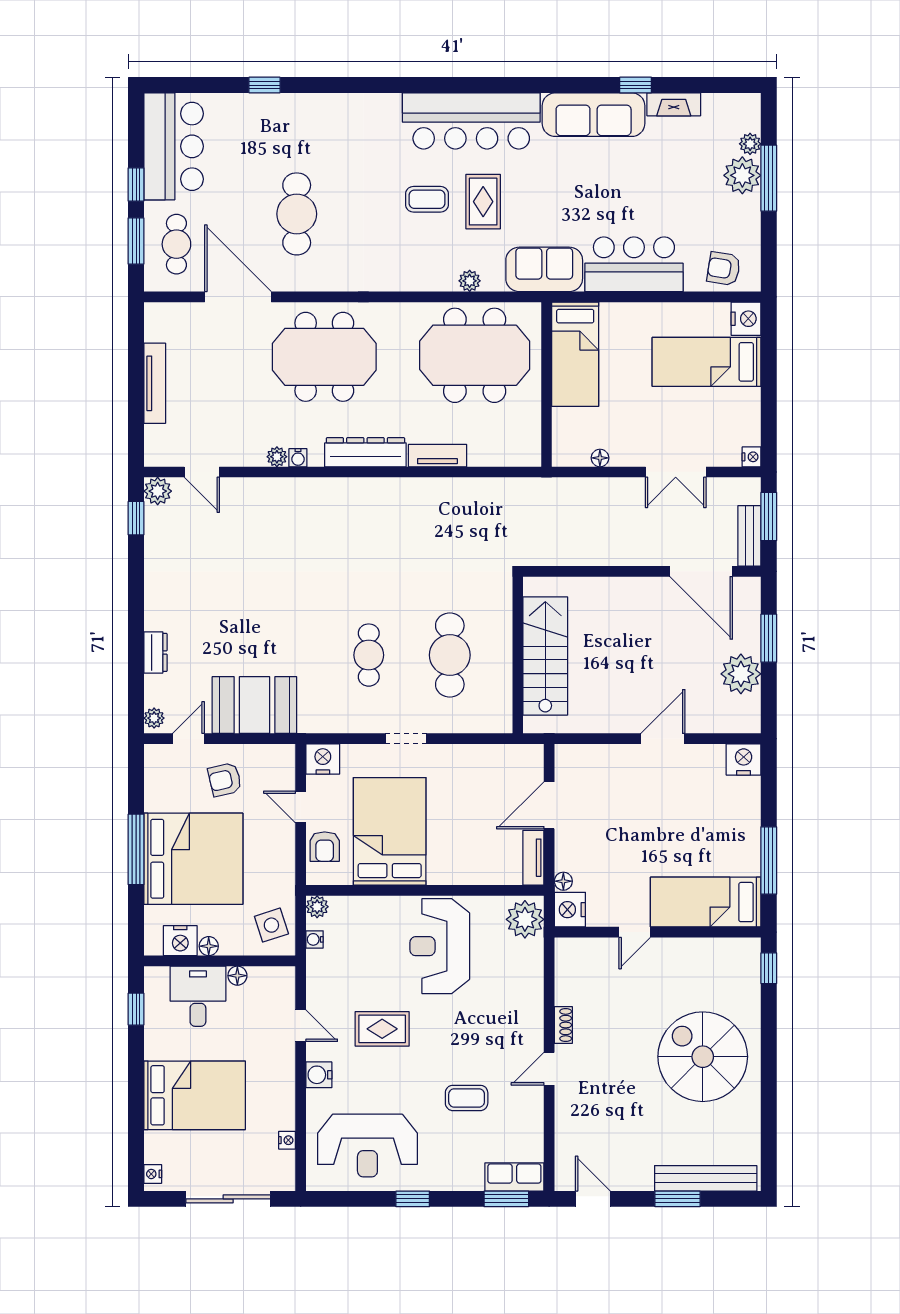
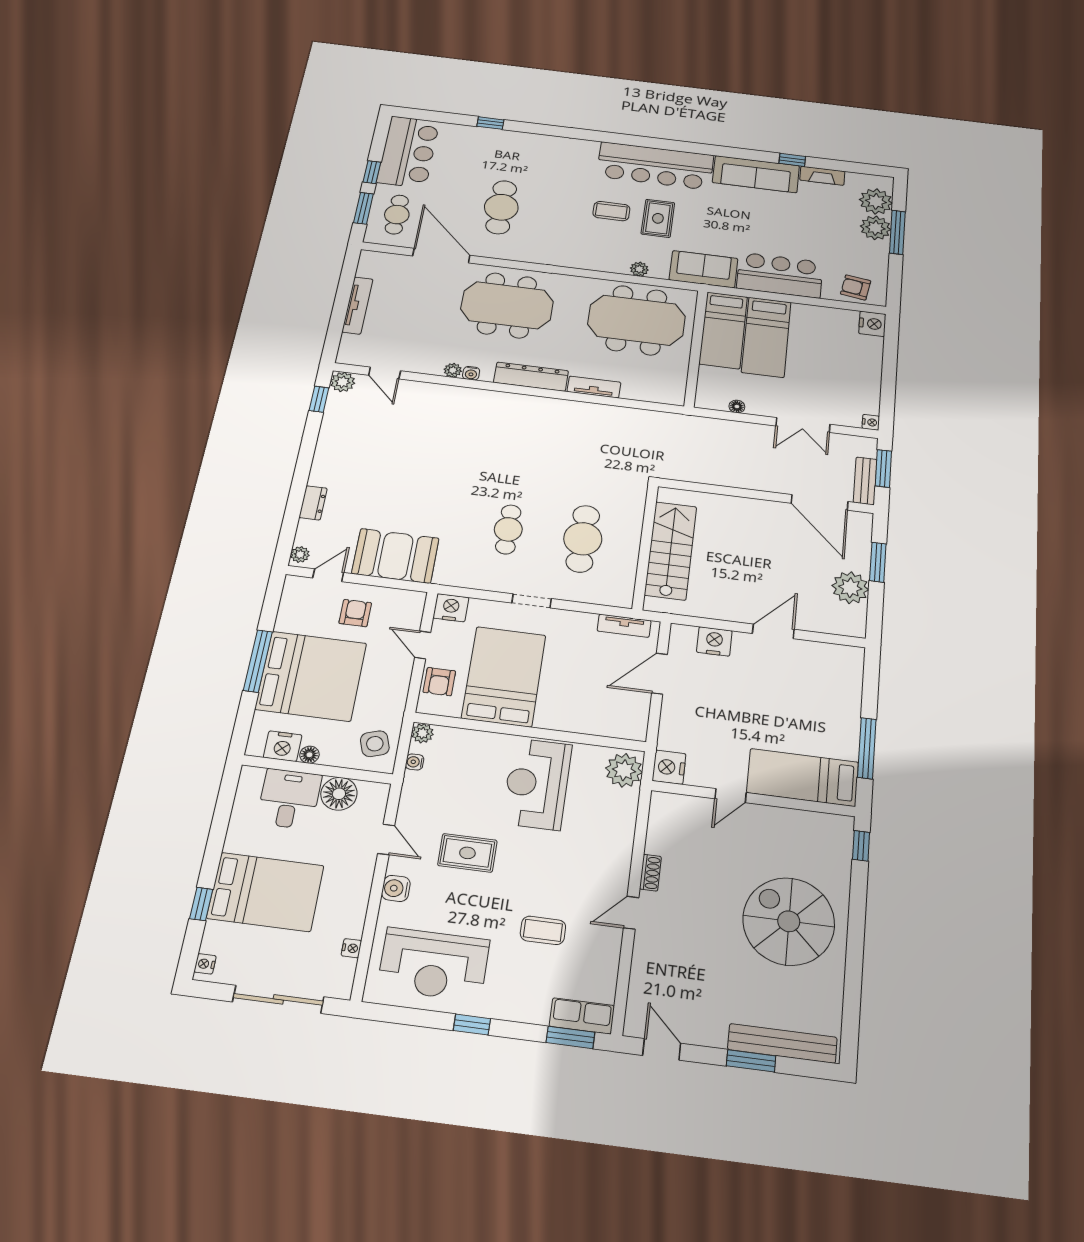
plant: (750, 144) -> (876, 201), width x1.87, depth x1.87
bed: (707, 362) -> (766, 337), moved, turned -90
nightstand: (744, 759) -> (714, 641), moved
armchair: (225, 780) -> (355, 613), turned 103
tv unit: (533, 858) -> (624, 626), moved, turned -90
floor lamp: (563, 881) -> (666, 741), removed
floor lamp: (237, 976) -> (339, 794), width x1.89, depth x1.89
window: (136, 1009) -> (201, 904), moved

